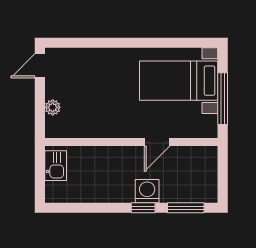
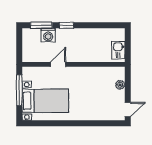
washing machine: (147, 191) -> (48, 35), moved

